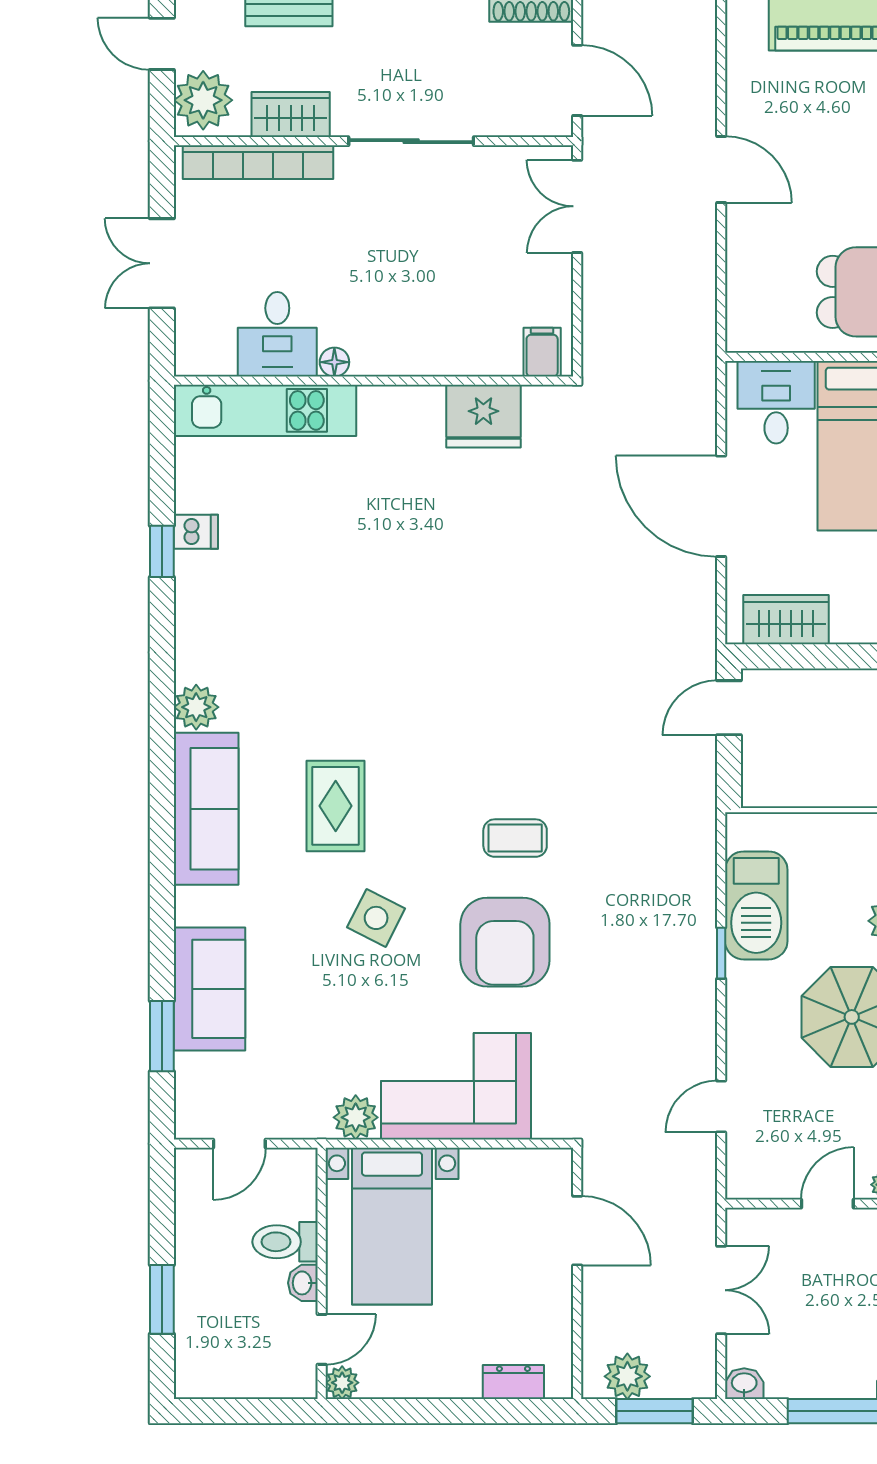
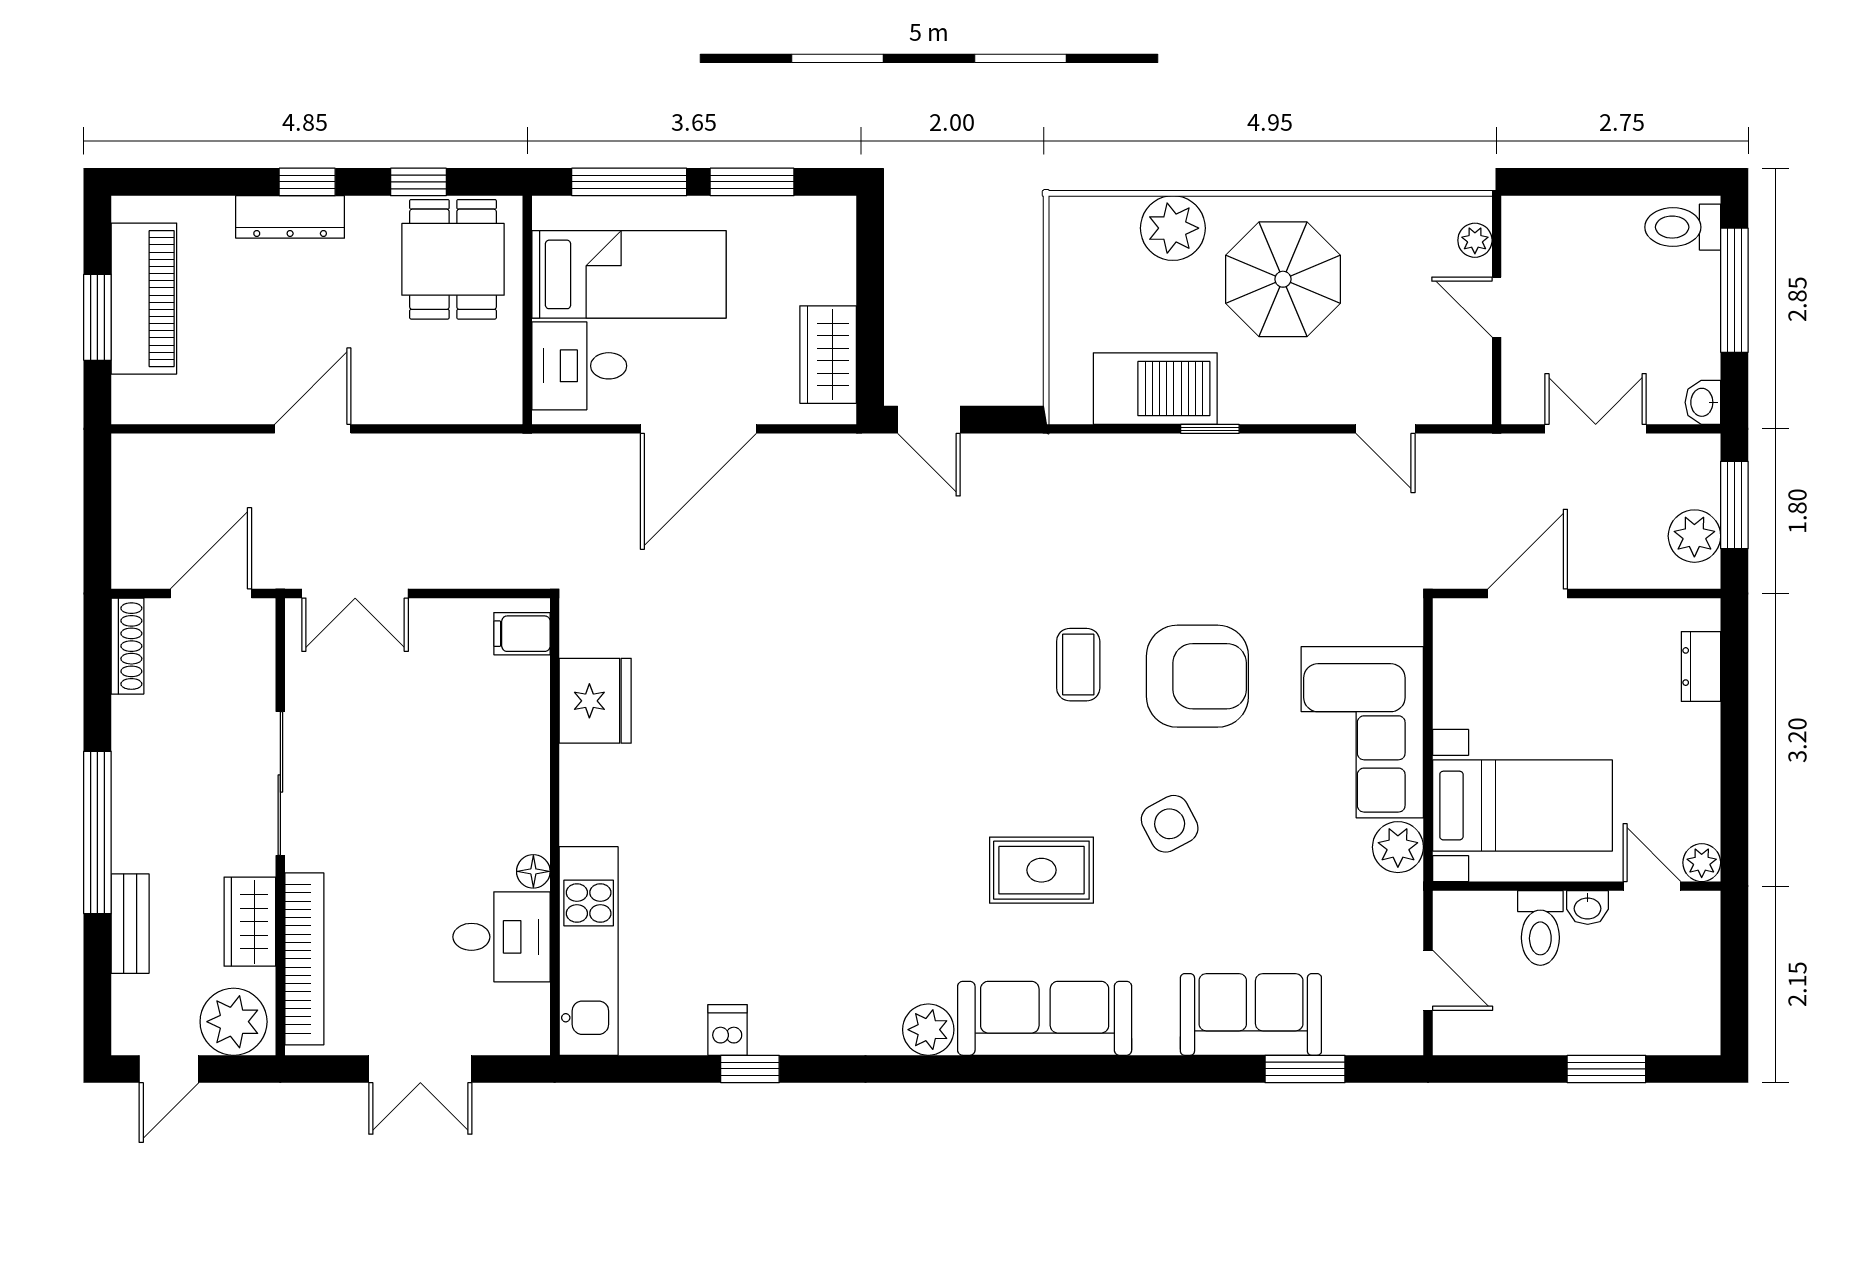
side table: (376, 918) -> (1170, 824), turned 35

